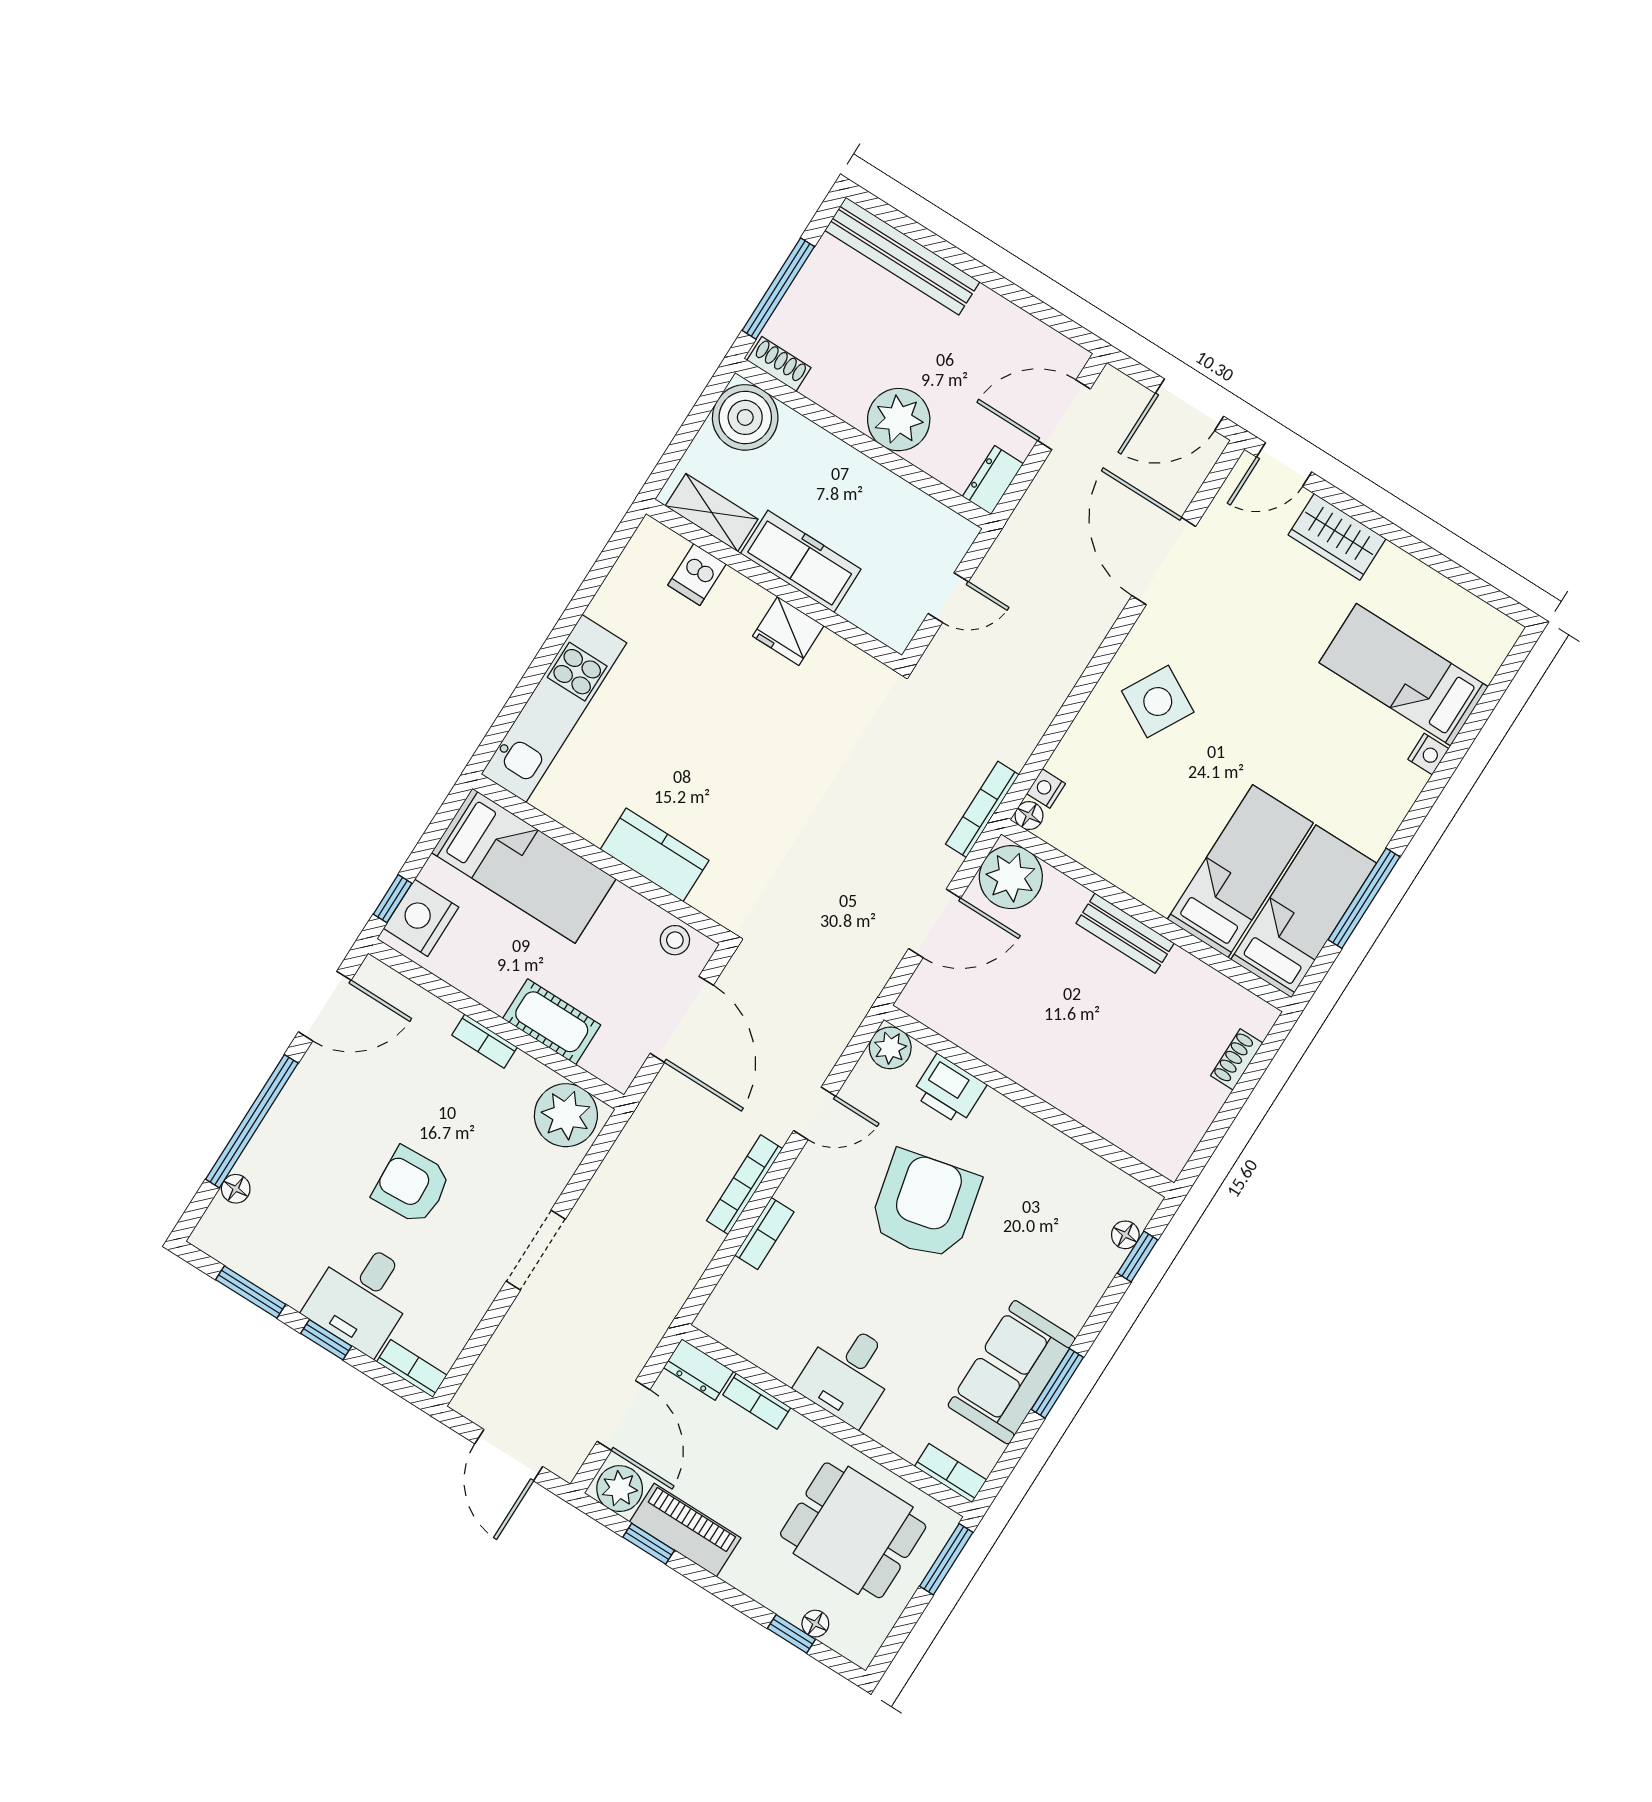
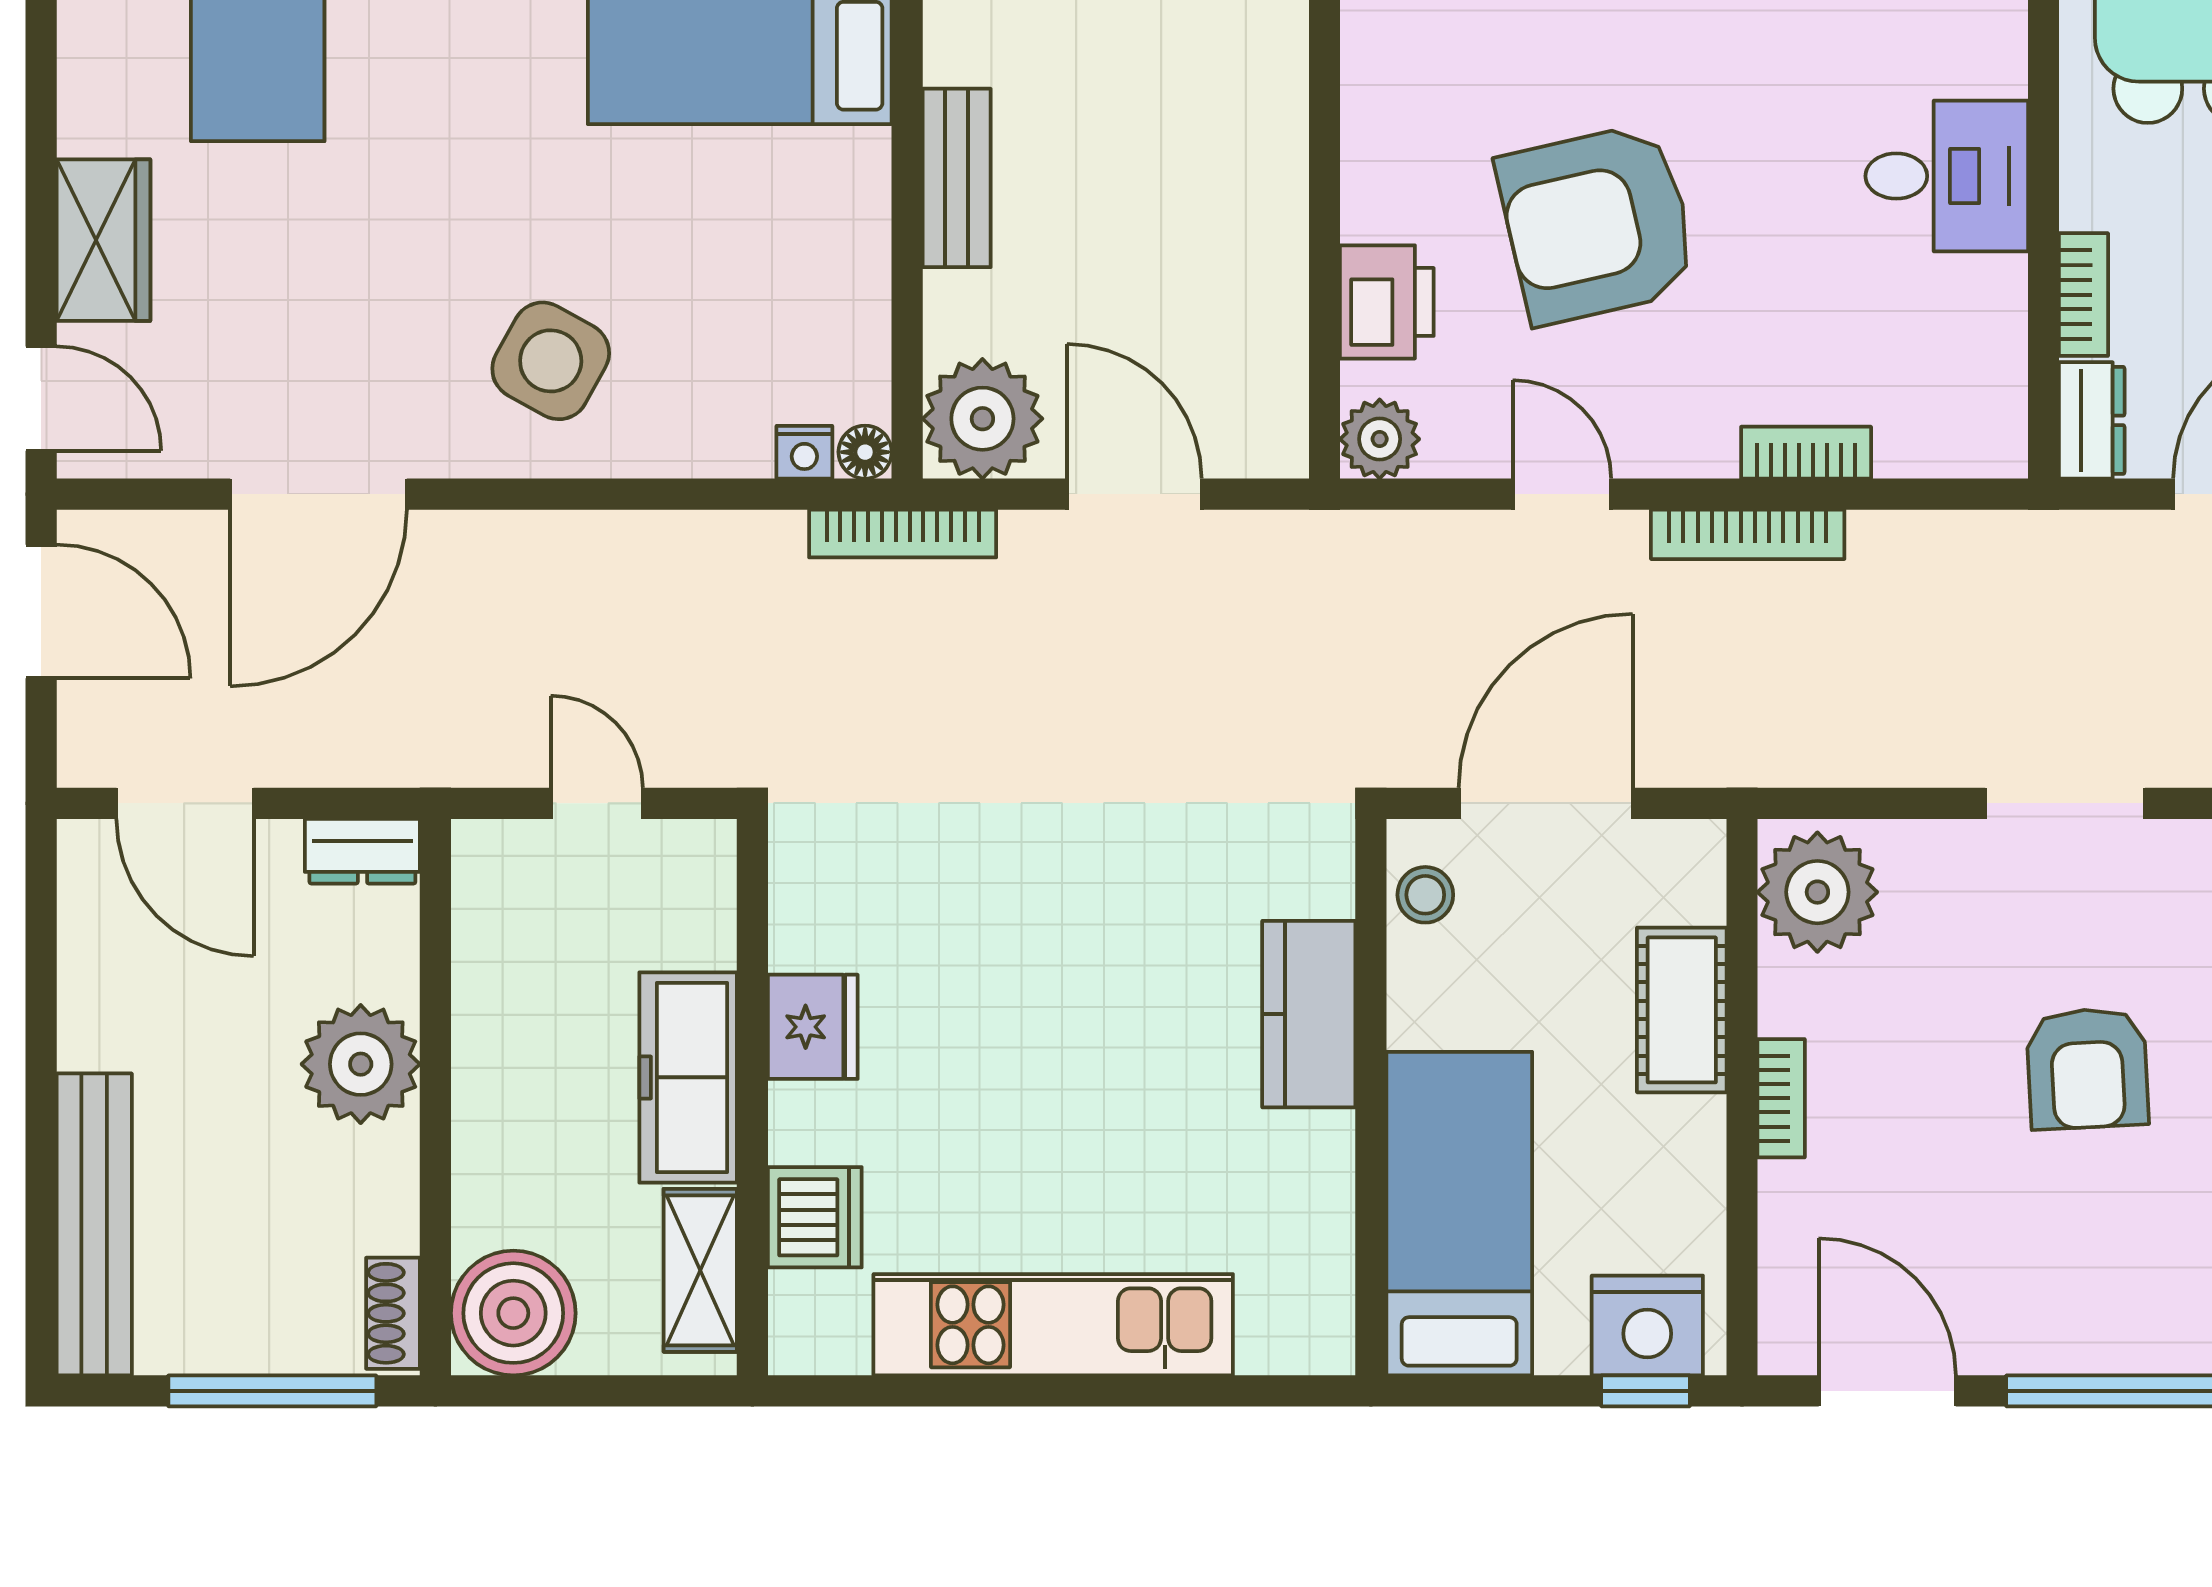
dishwasher: (697, 574) -> (815, 1217), width x1.38
kitchen unit: (554, 708) -> (1053, 1325), moved

